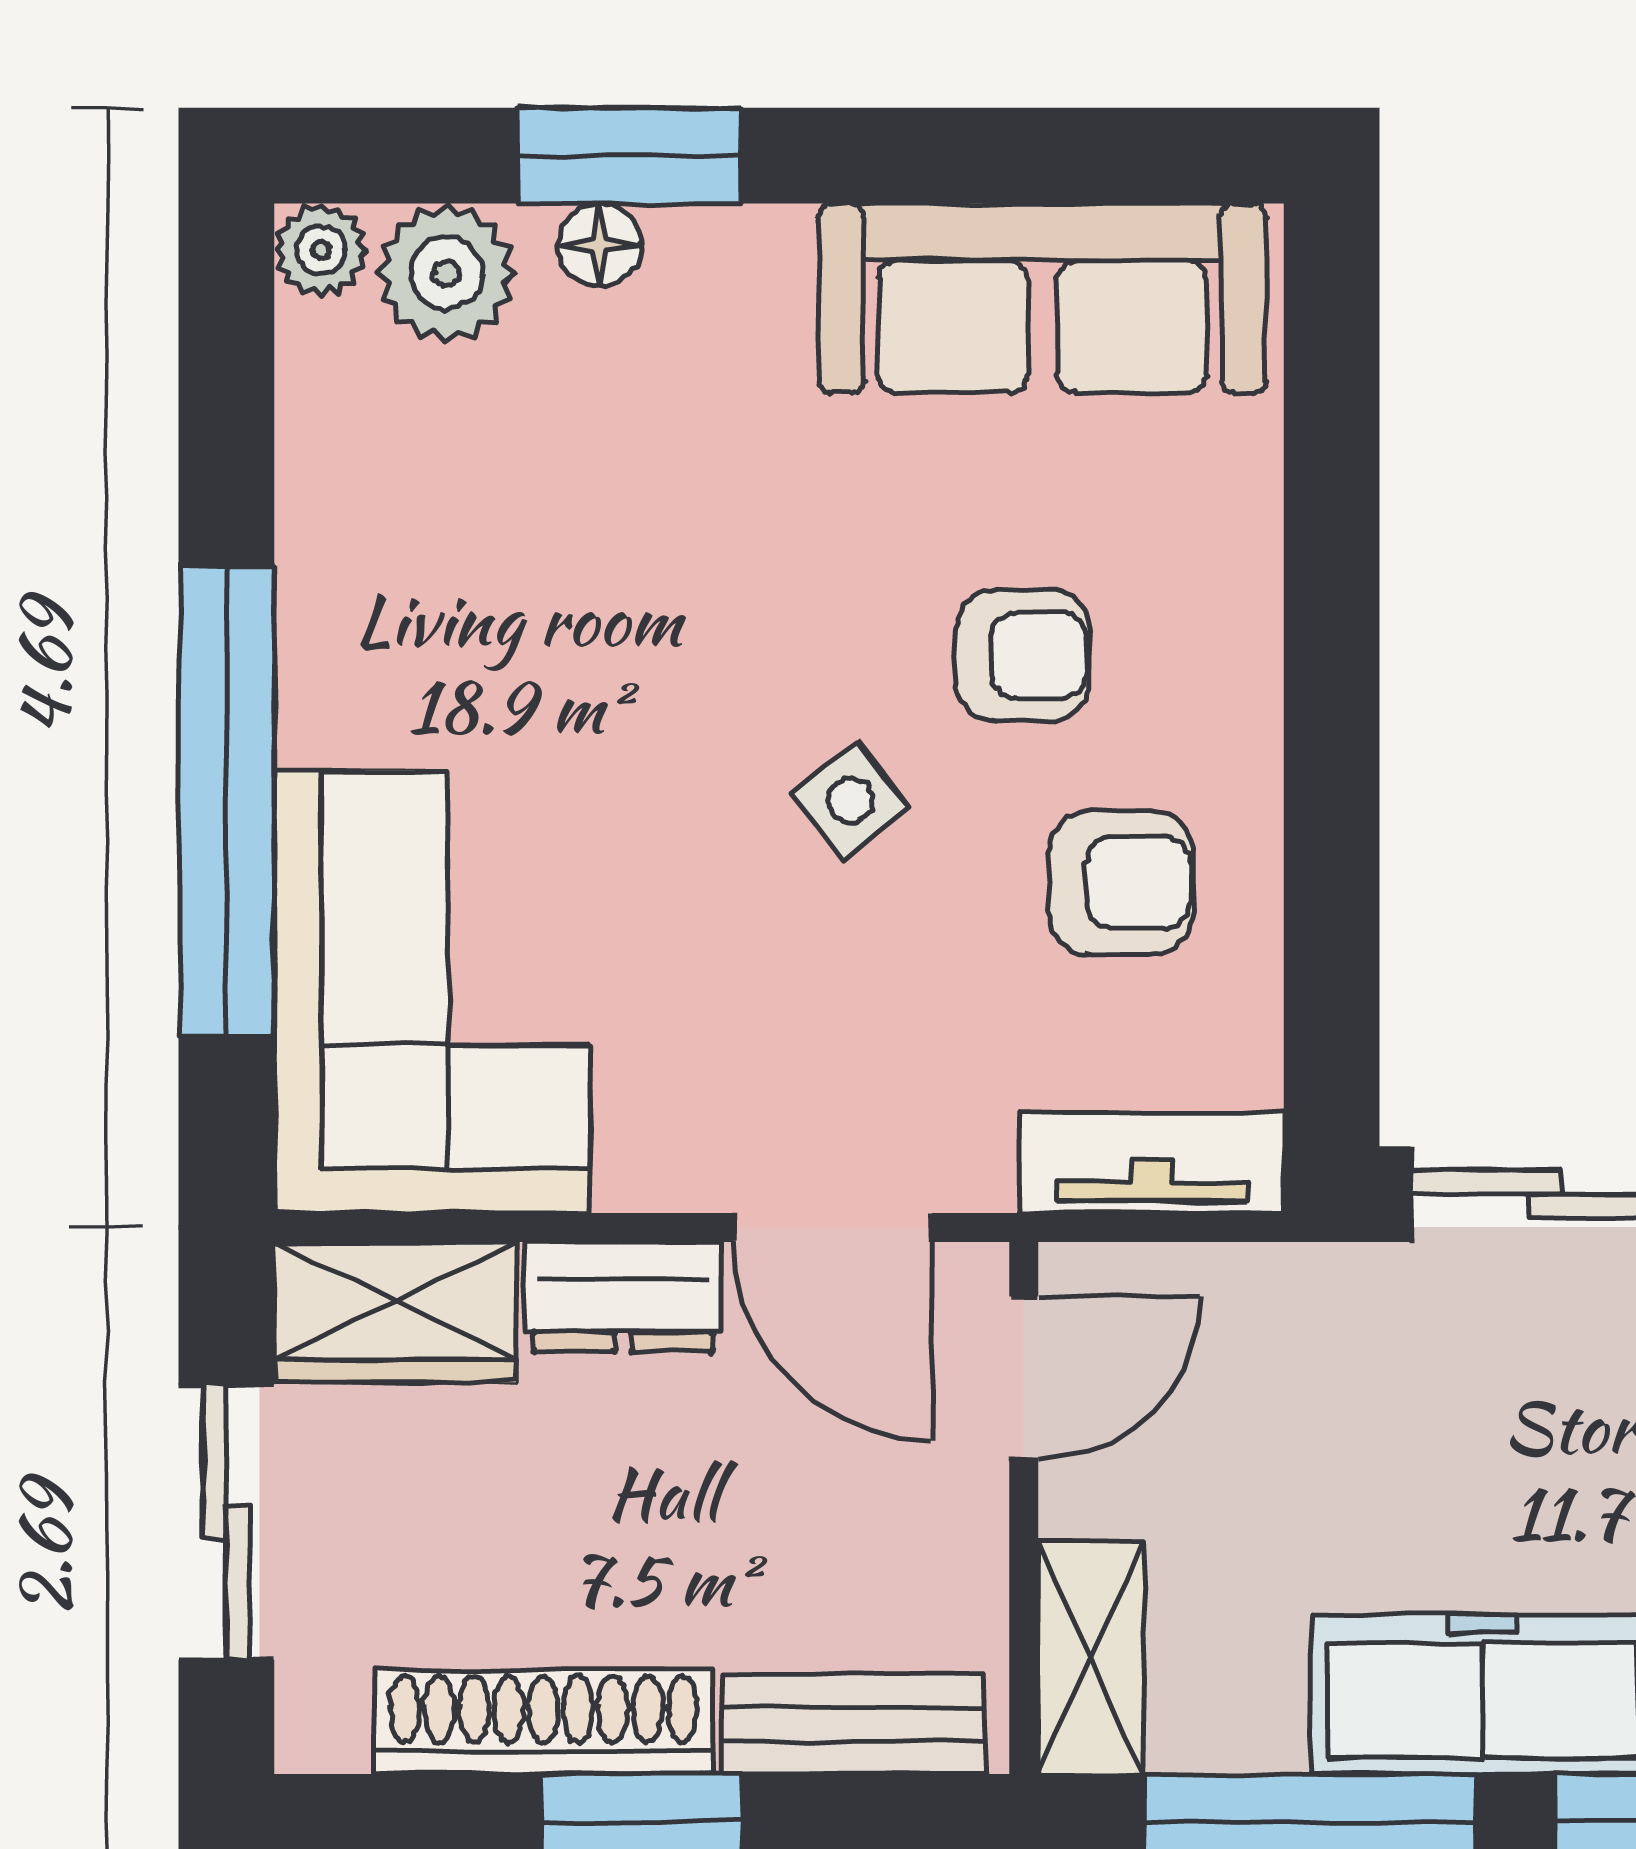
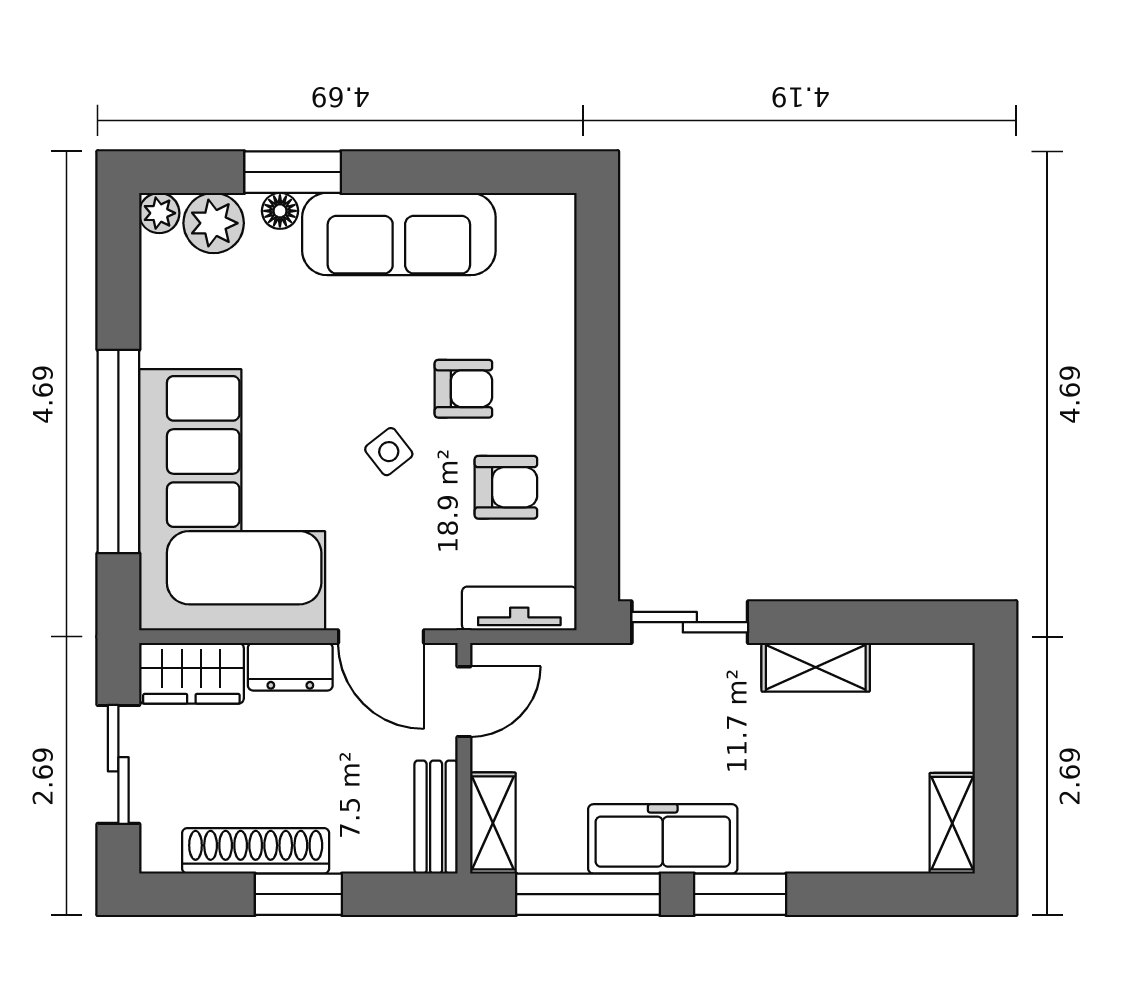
sofa: (1042, 298) -> (399, 234), moved
corner sofa: (432, 992) -> (232, 500), width x1.36, depth x1.36
bench: (853, 1724) -> (436, 817), moved, turned 90

